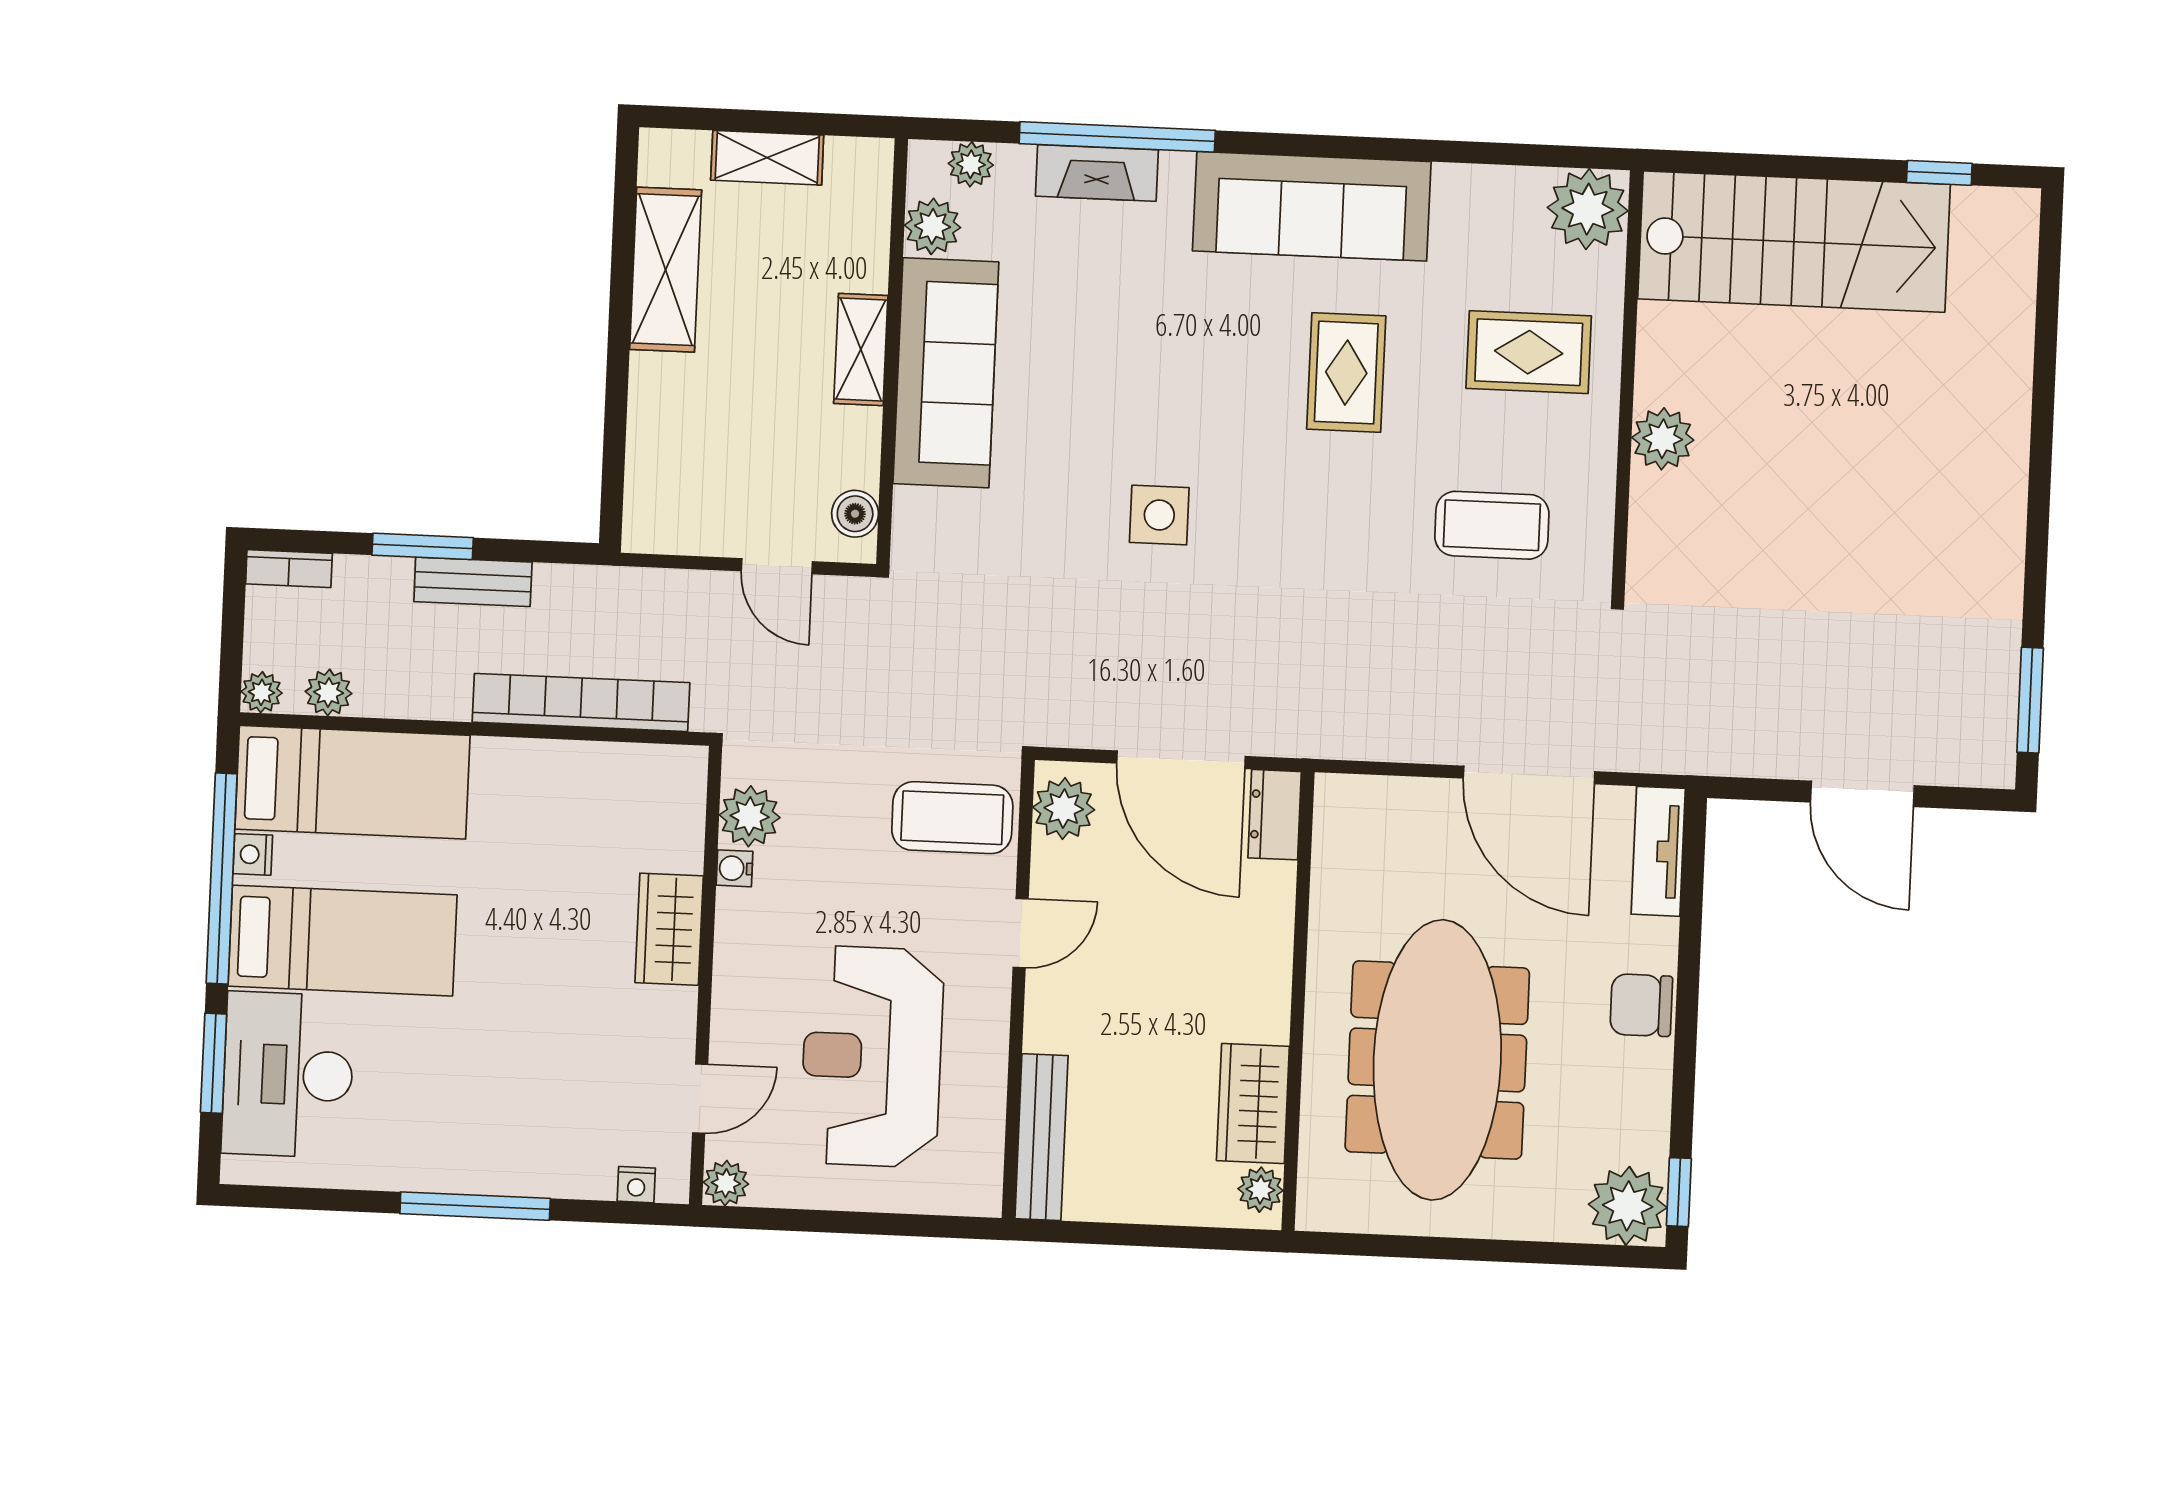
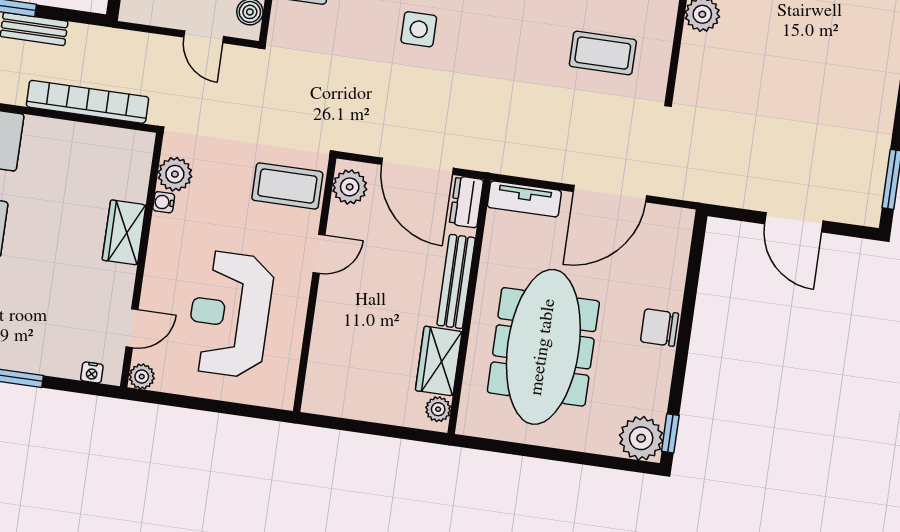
door: (1529, 775) -> (610, 194), hinge flipped
tv unit: (1658, 851) -> (524, 199), moved, turned -90
bench: (1041, 1137) -> (456, 281), moved

